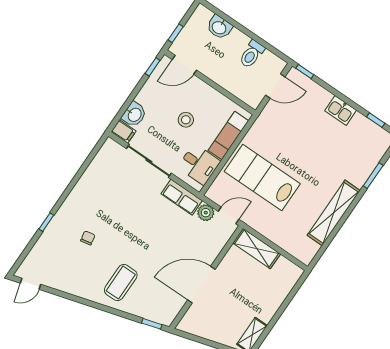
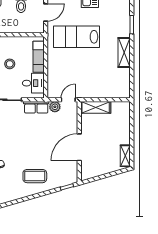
lab bench: (262, 178) -> (77, 37), moved
shelving: (334, 213) -> (124, 52), width x0.68
coffee table: (121, 283) -> (35, 176), turned 90

